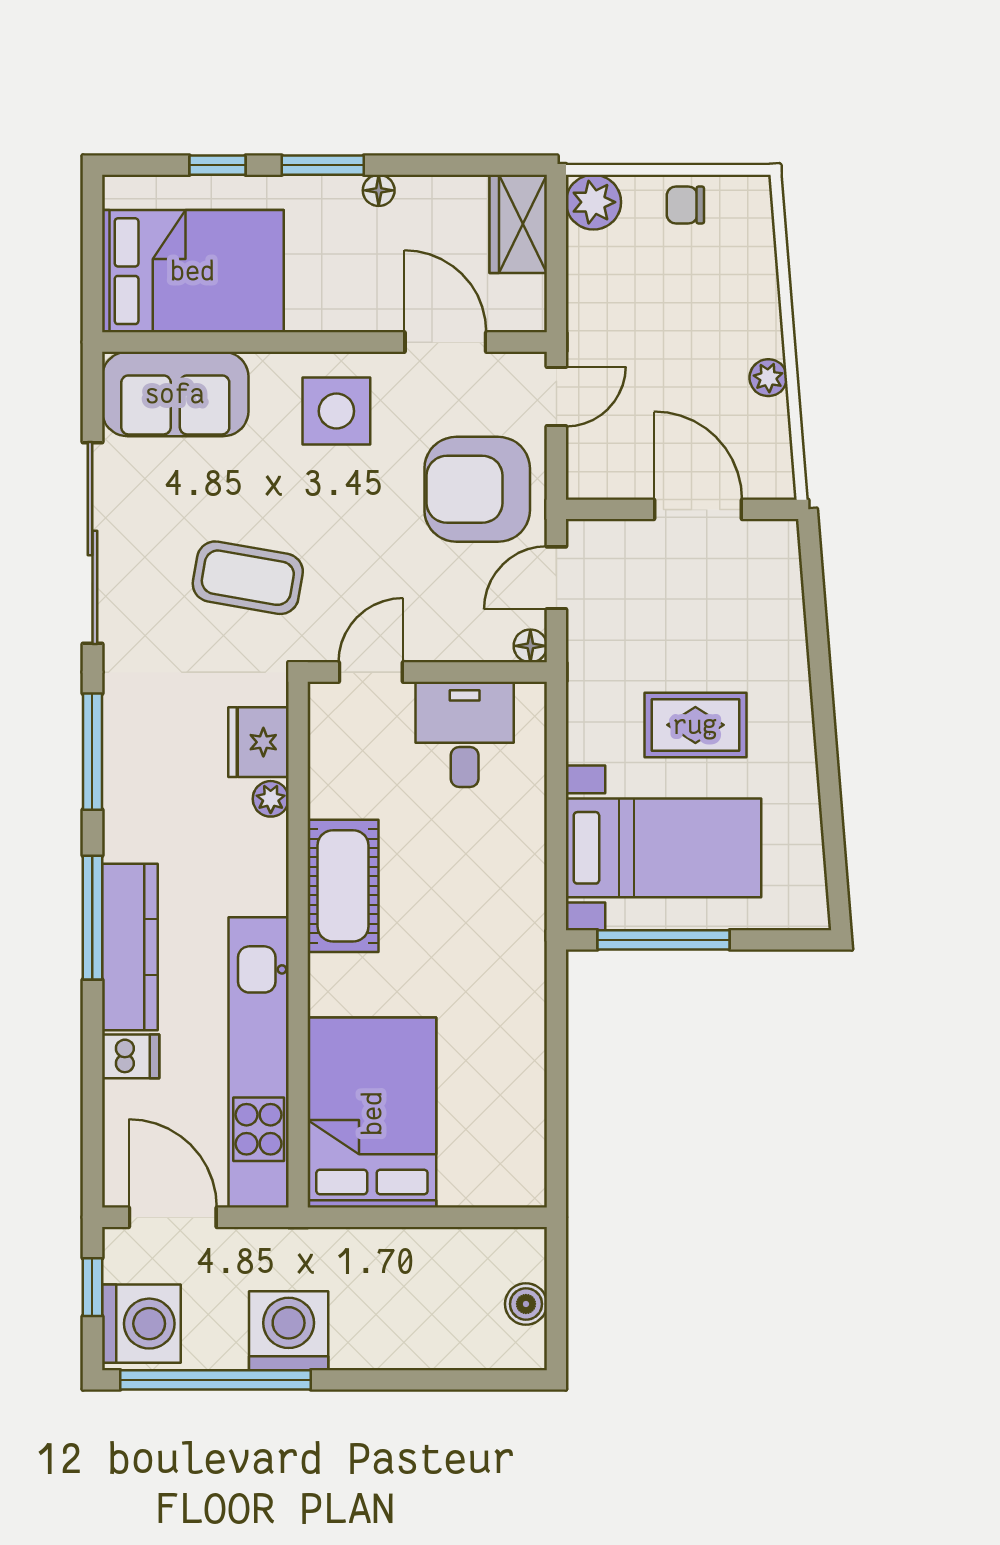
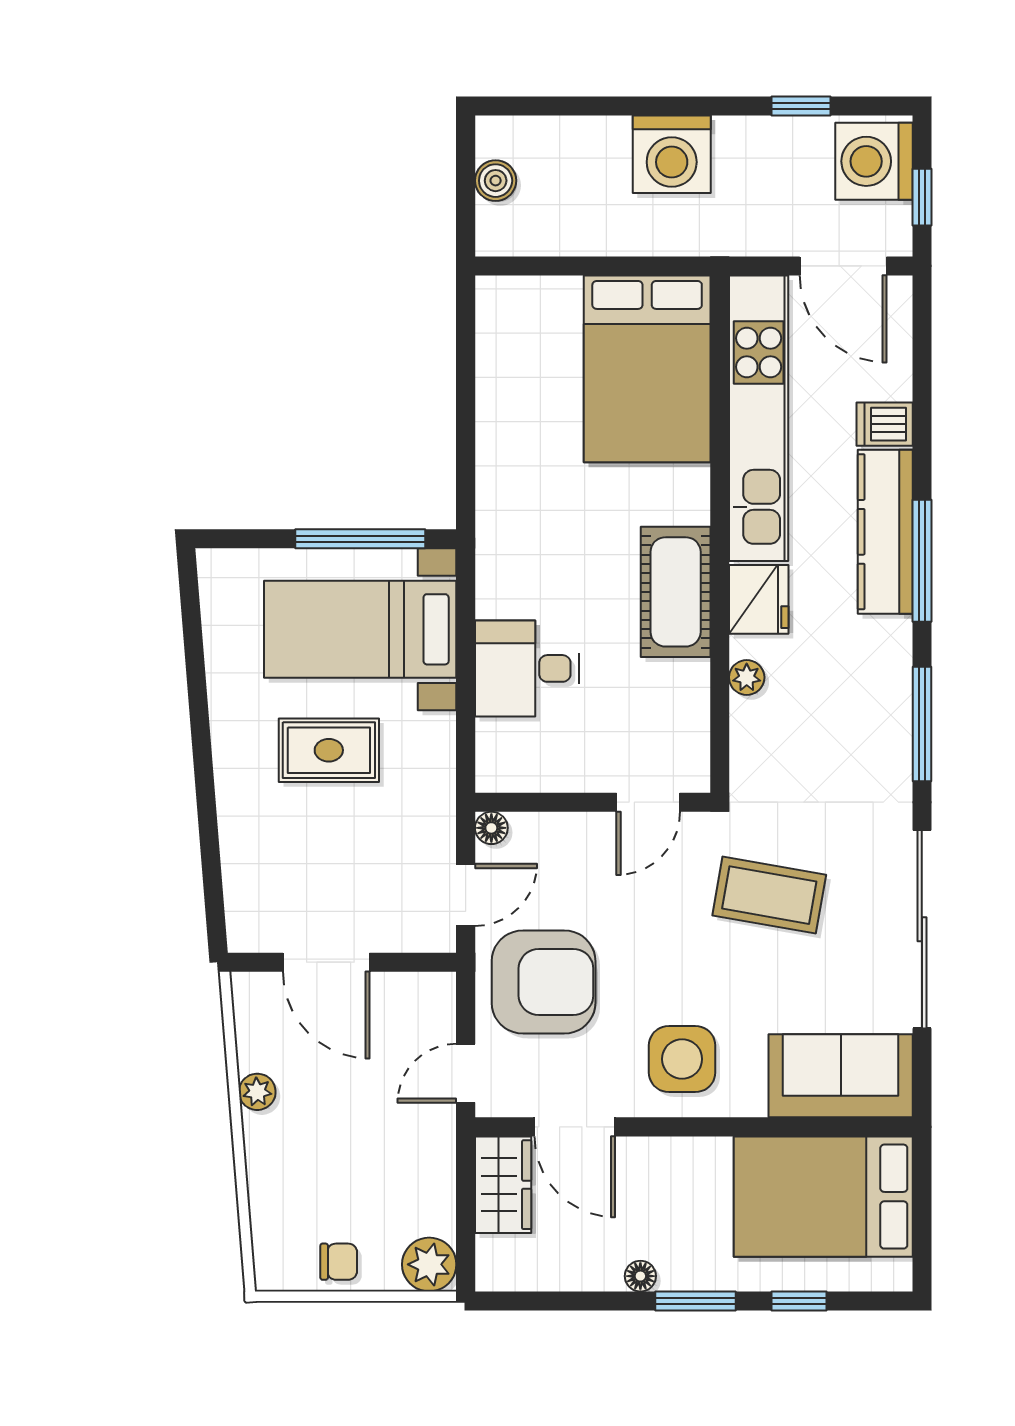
wardrobe: (518, 224) -> (503, 1185), moved
desk: (465, 734) -> (527, 668), moved, turned 90
fridge: (258, 742) -> (759, 599), moved
washing machine: (289, 1331) -> (672, 154), moved
window: (215, 1380) -> (801, 106), width x0.32

